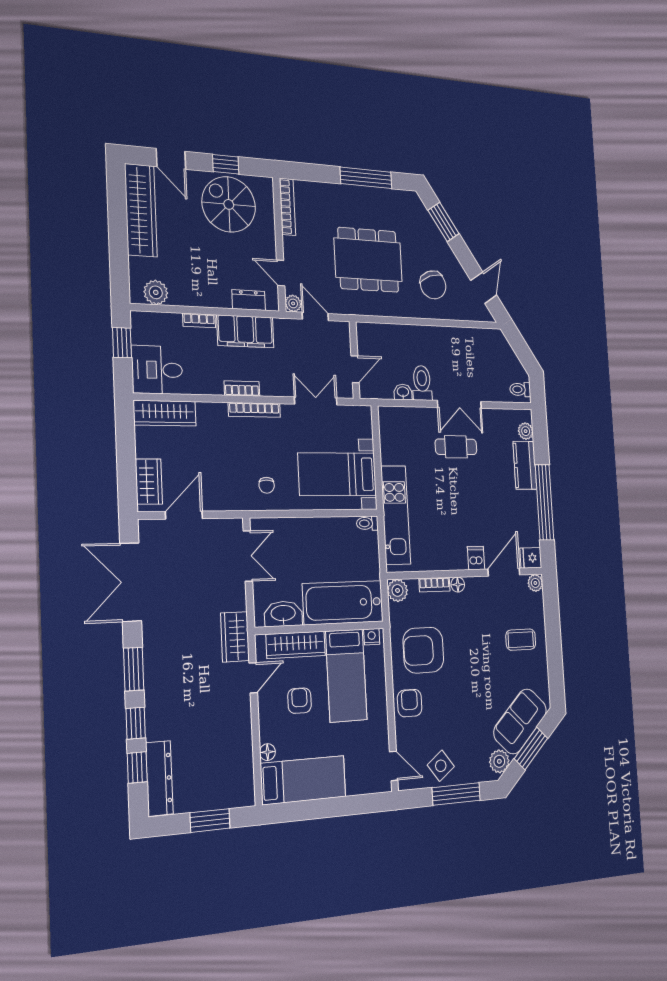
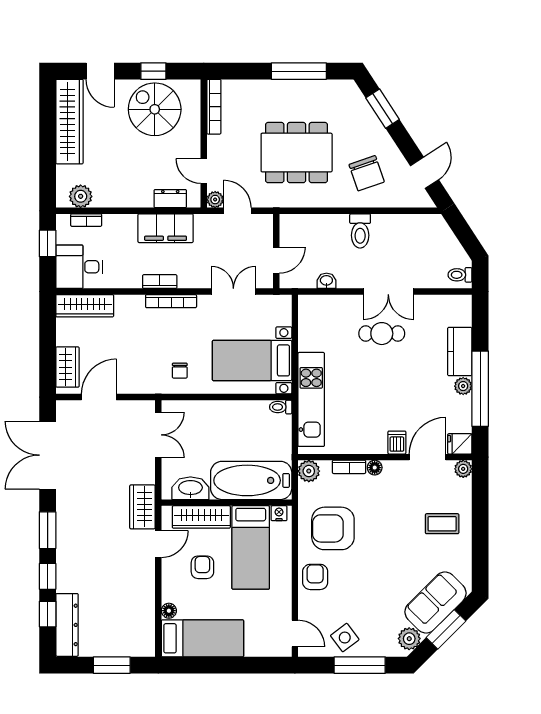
bookcase: (199, 320) -> (86, 220), moved
toilet: (422, 383) -> (360, 231), moved, turned 180
plant: (526, 431) -> (463, 386), moved

